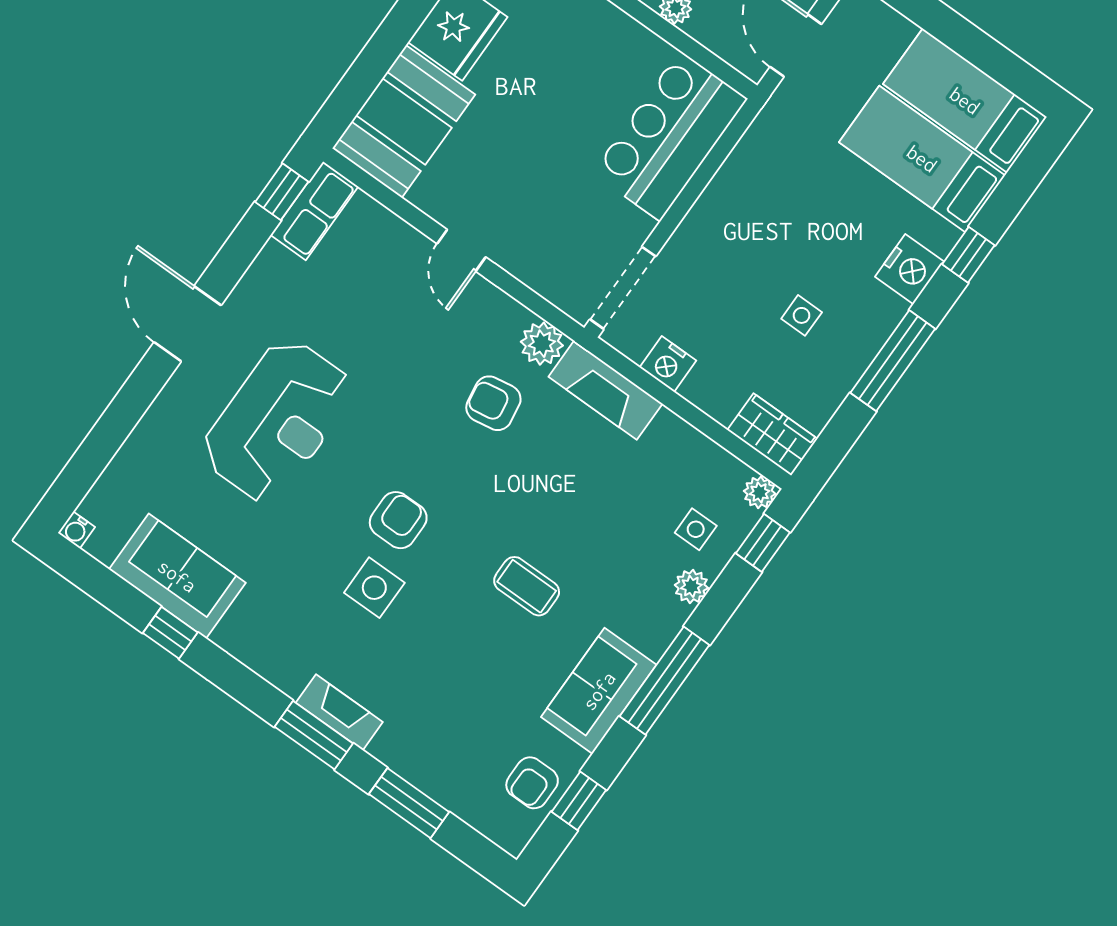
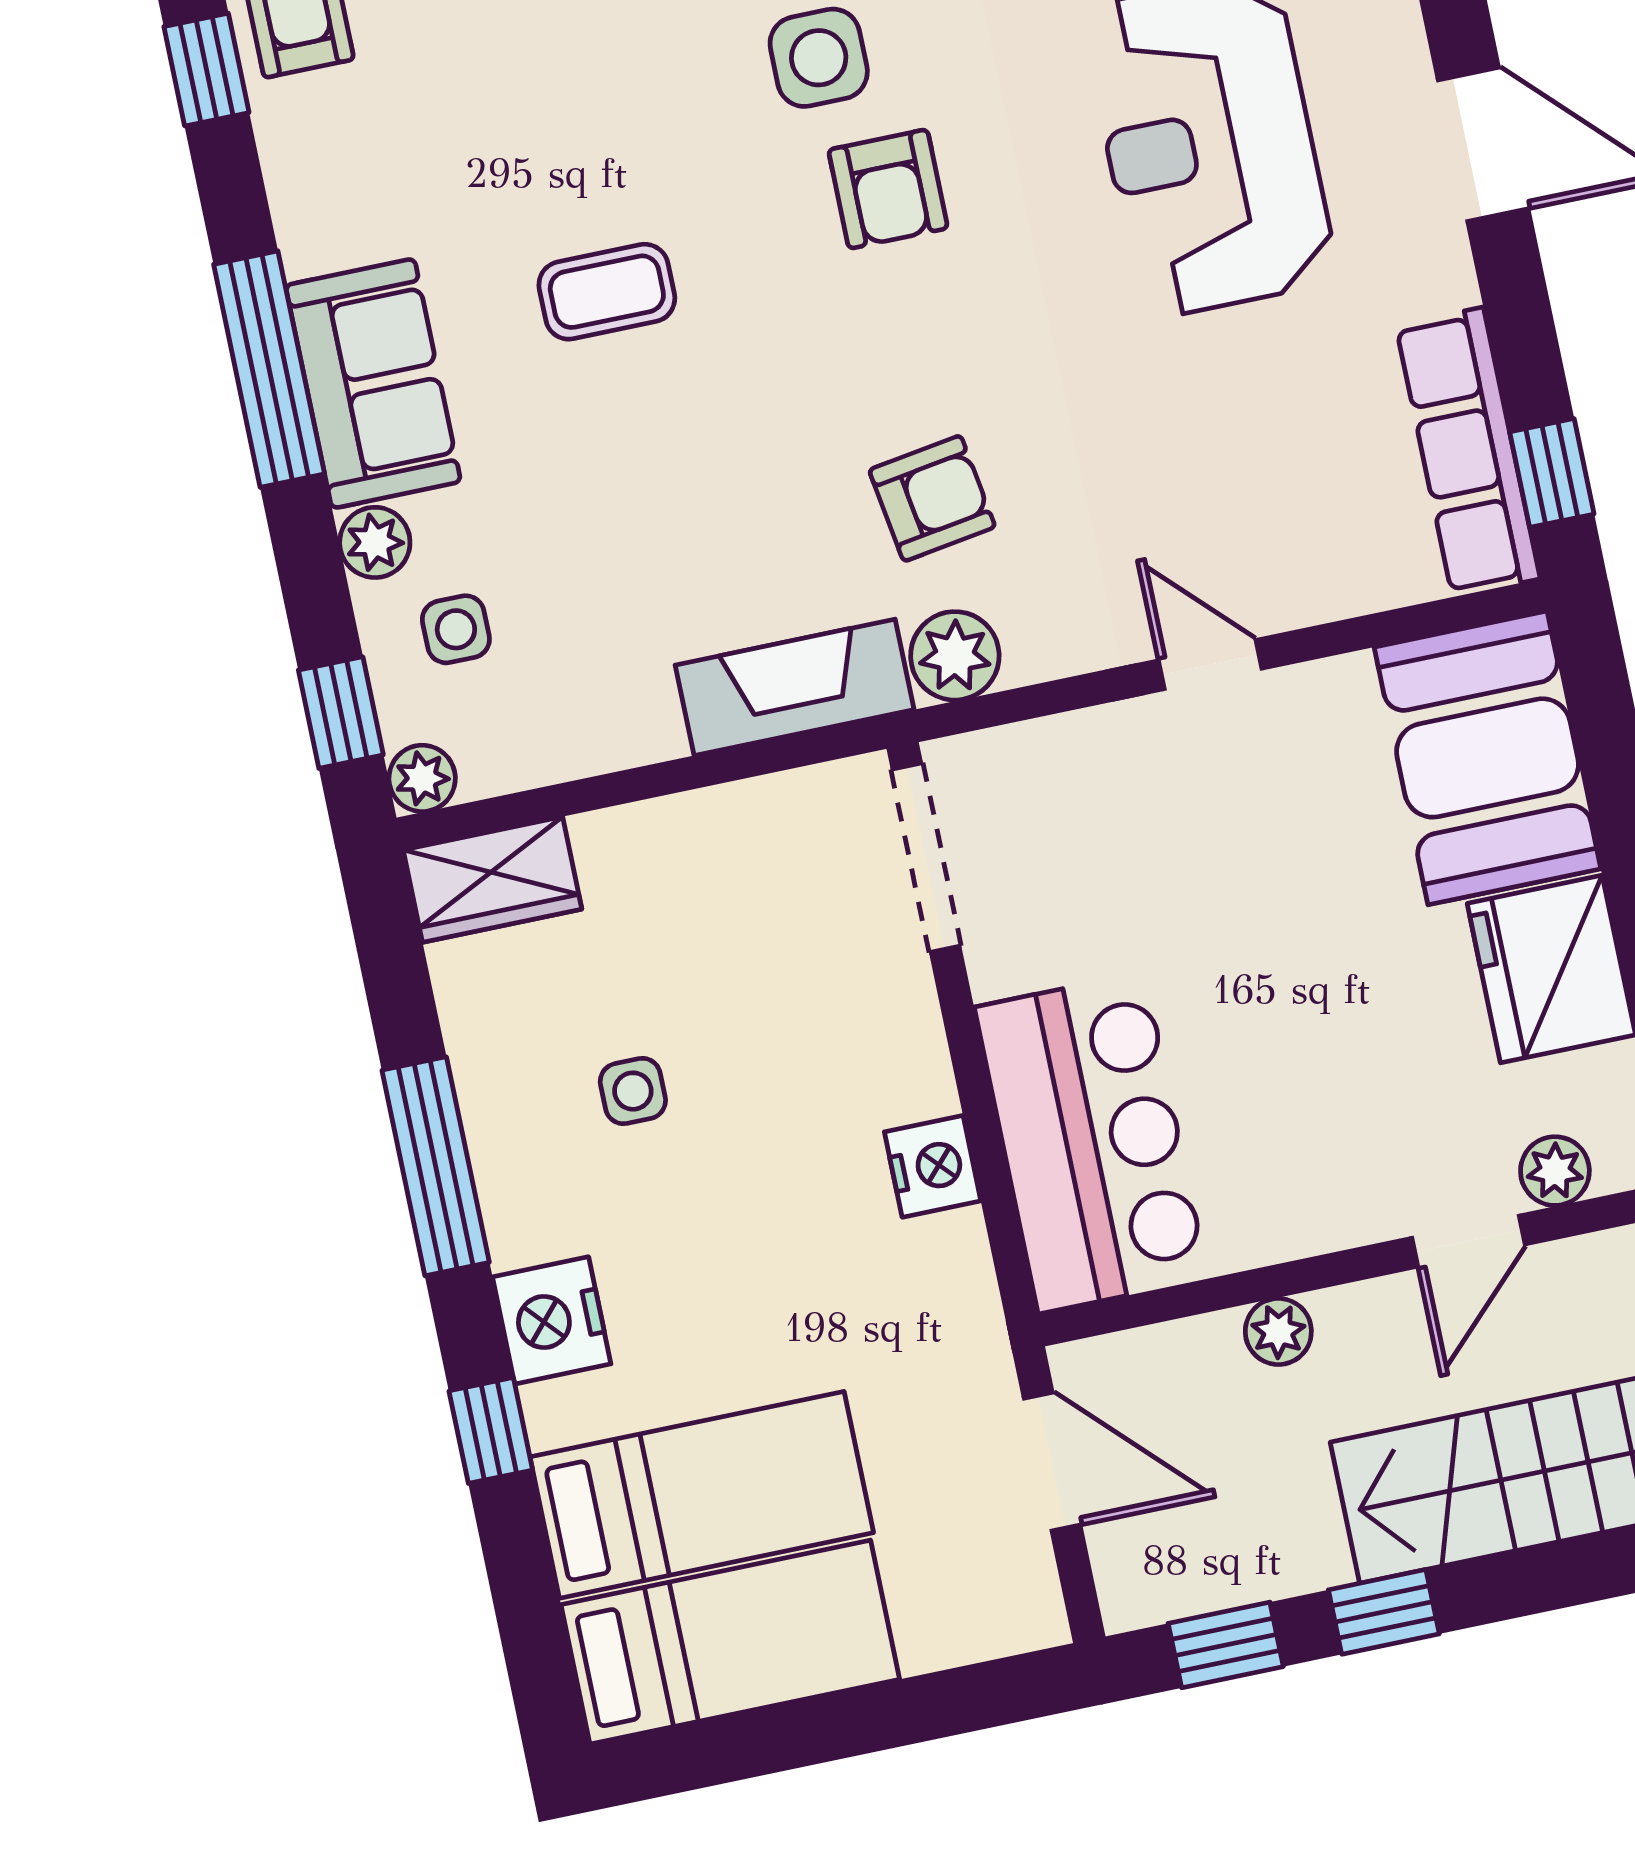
row of seats: (314, 211) -> (1468, 452), width x1.48
nightstand: (668, 364) -> (933, 1166), moved, turned 90
sofa: (599, 691) -> (373, 383), moved

